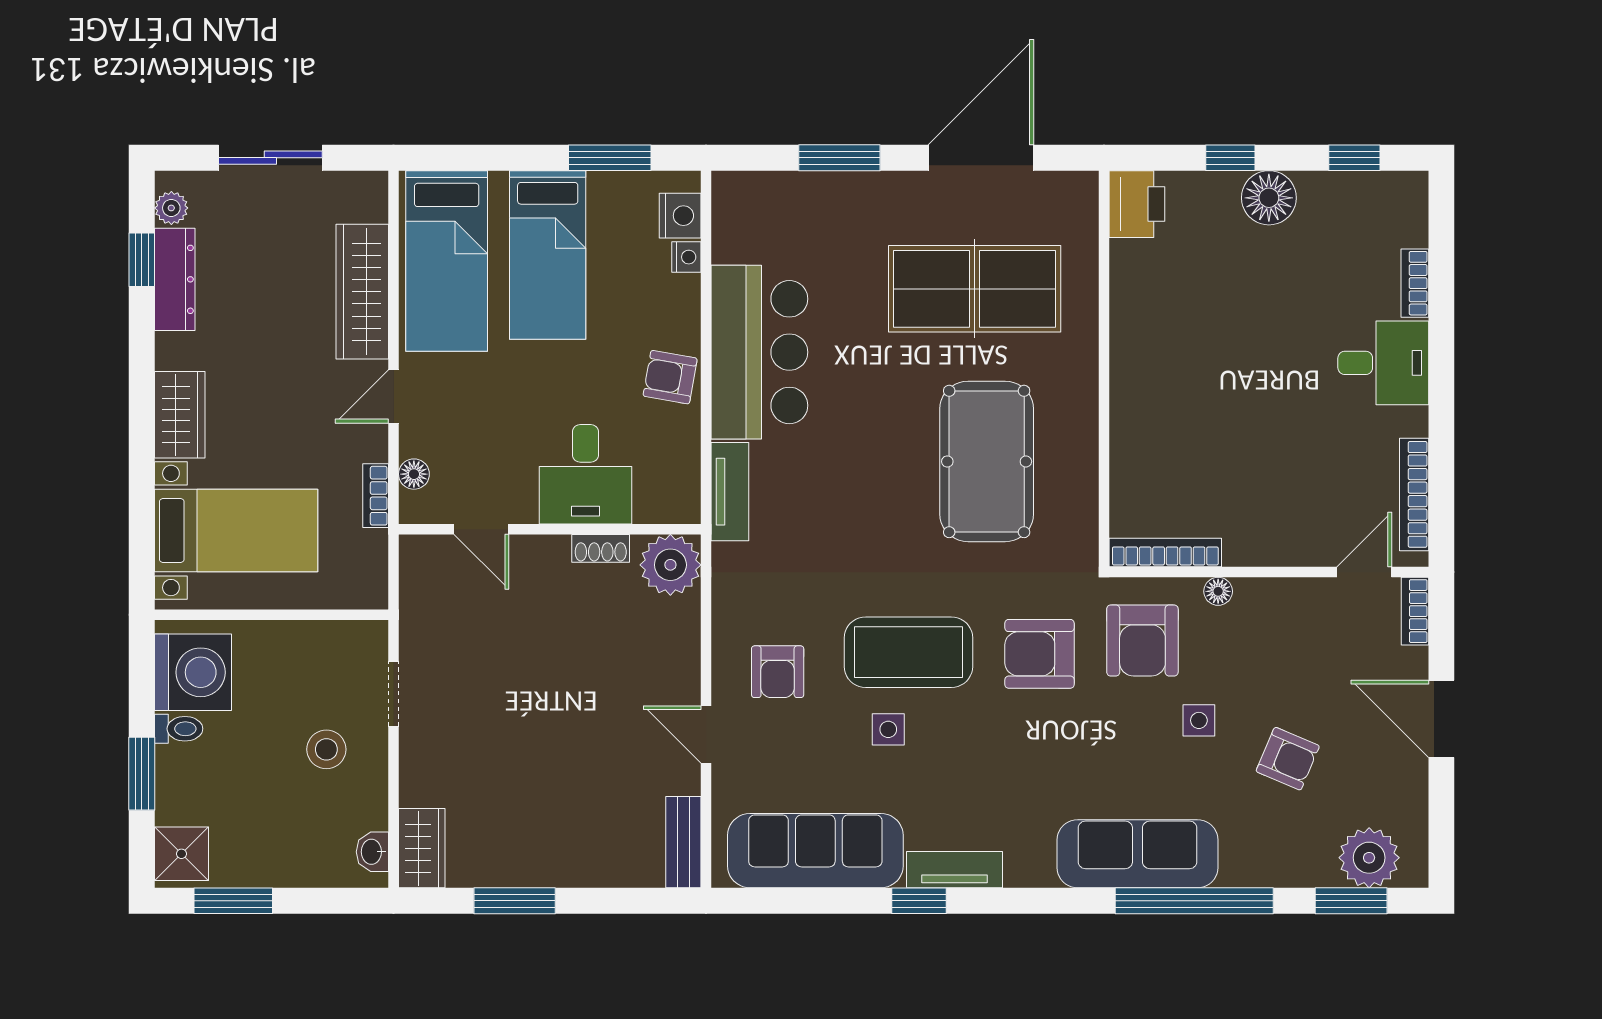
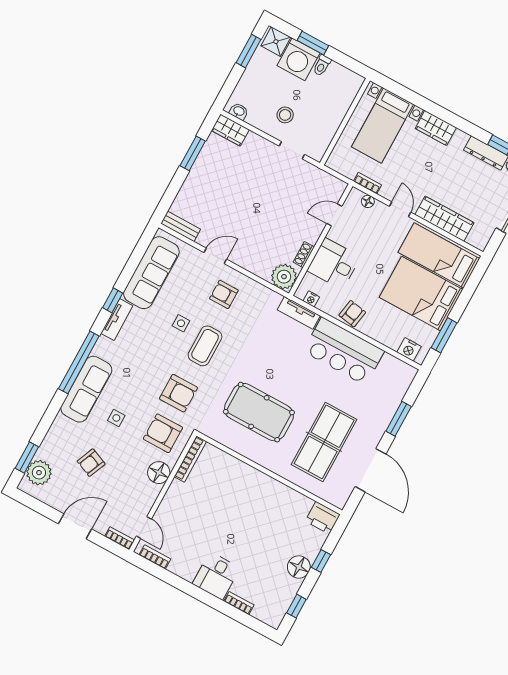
bed: (548, 255) -> (421, 293), width x1.50
nightstand: (686, 257) -> (311, 299), moved
bookcase: (1414, 494) -> (155, 557), width x0.64
floor lamp: (1218, 591) -> (159, 473), width x1.89, depth x1.89
coffee table: (908, 652) -> (205, 346), width x0.73, depth x0.76
armchair: (1040, 654) -> (178, 393), turned 90
washing machine: (193, 672) -> (299, 59), moved
side table: (1199, 720) -> (116, 418), moved
window: (1194, 901) -> (79, 362), moved

